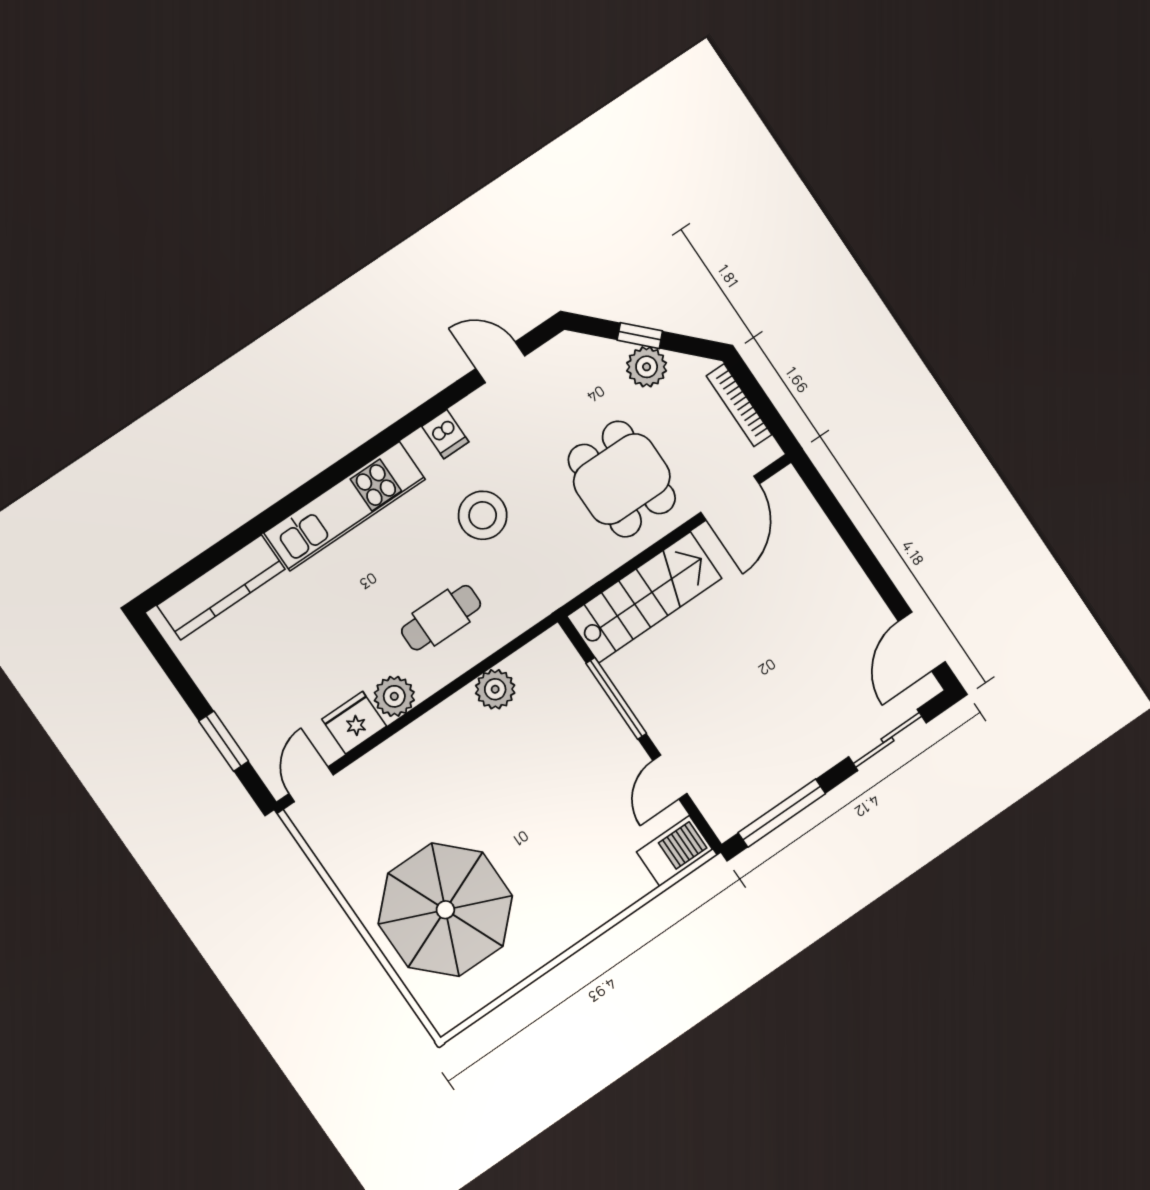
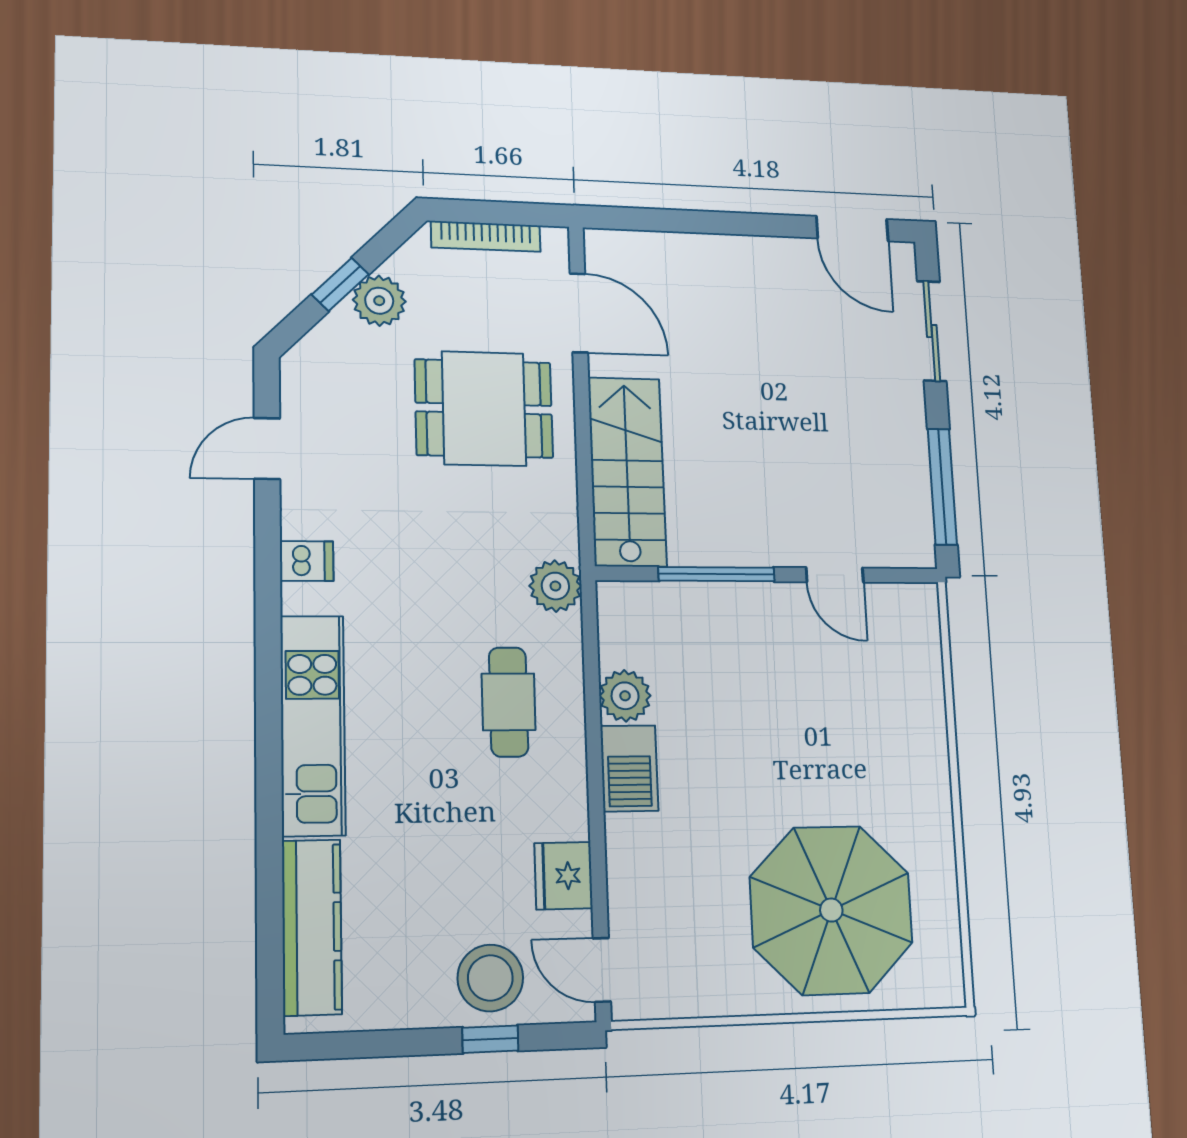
stool: (483, 515) -> (490, 978), moved
plant: (394, 696) -> (555, 586), moved
window: (224, 741) -> (490, 1039), width x0.67
barbecue: (675, 851) -> (629, 768), moved, turned 180

